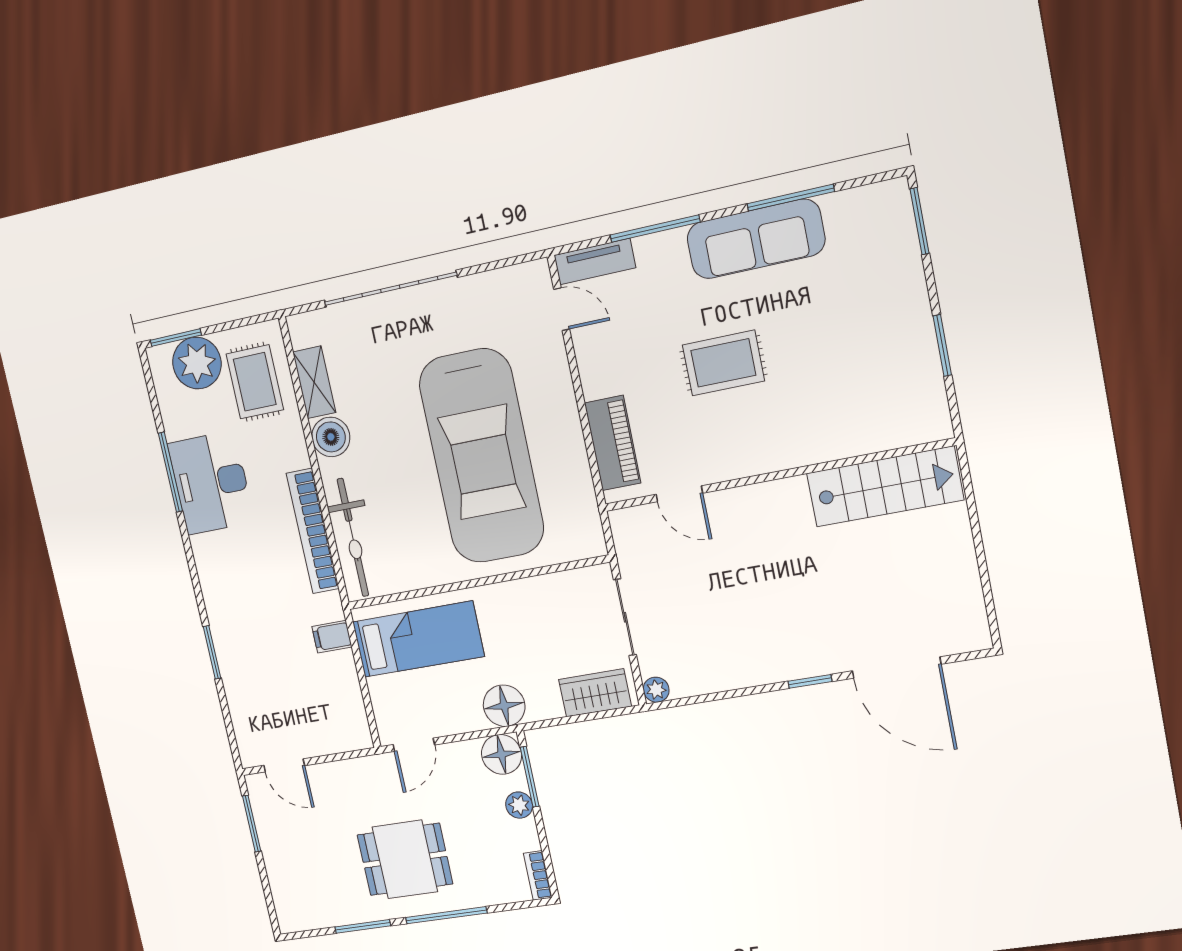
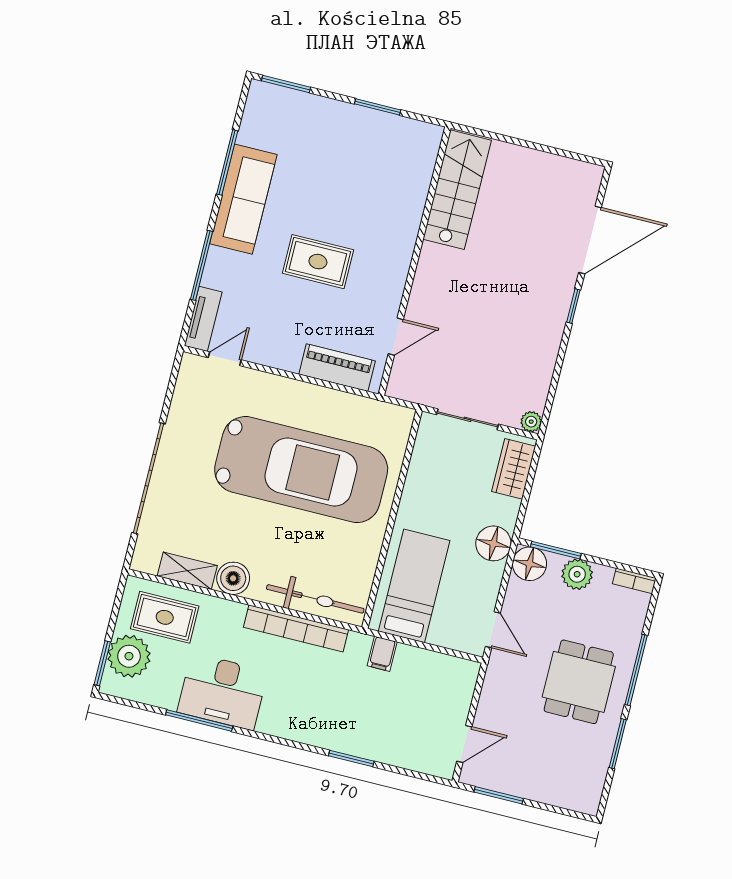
rug: (723, 363) -> (318, 262), turned 90
plant: (519, 805) -> (577, 574), width x1.38, depth x1.38

